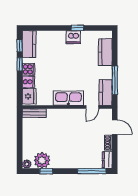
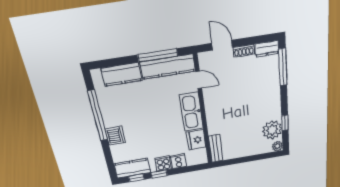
window: (77, 28) -> (98, 116), width x3.17
dishwasher: (73, 37) -> (115, 136), moved
kitchen counter: (106, 92) -> (168, 67), width x1.50
fridge: (29, 96) -> (196, 140), moved, turned -90
door: (115, 127) -> (222, 45), hinge flipped

